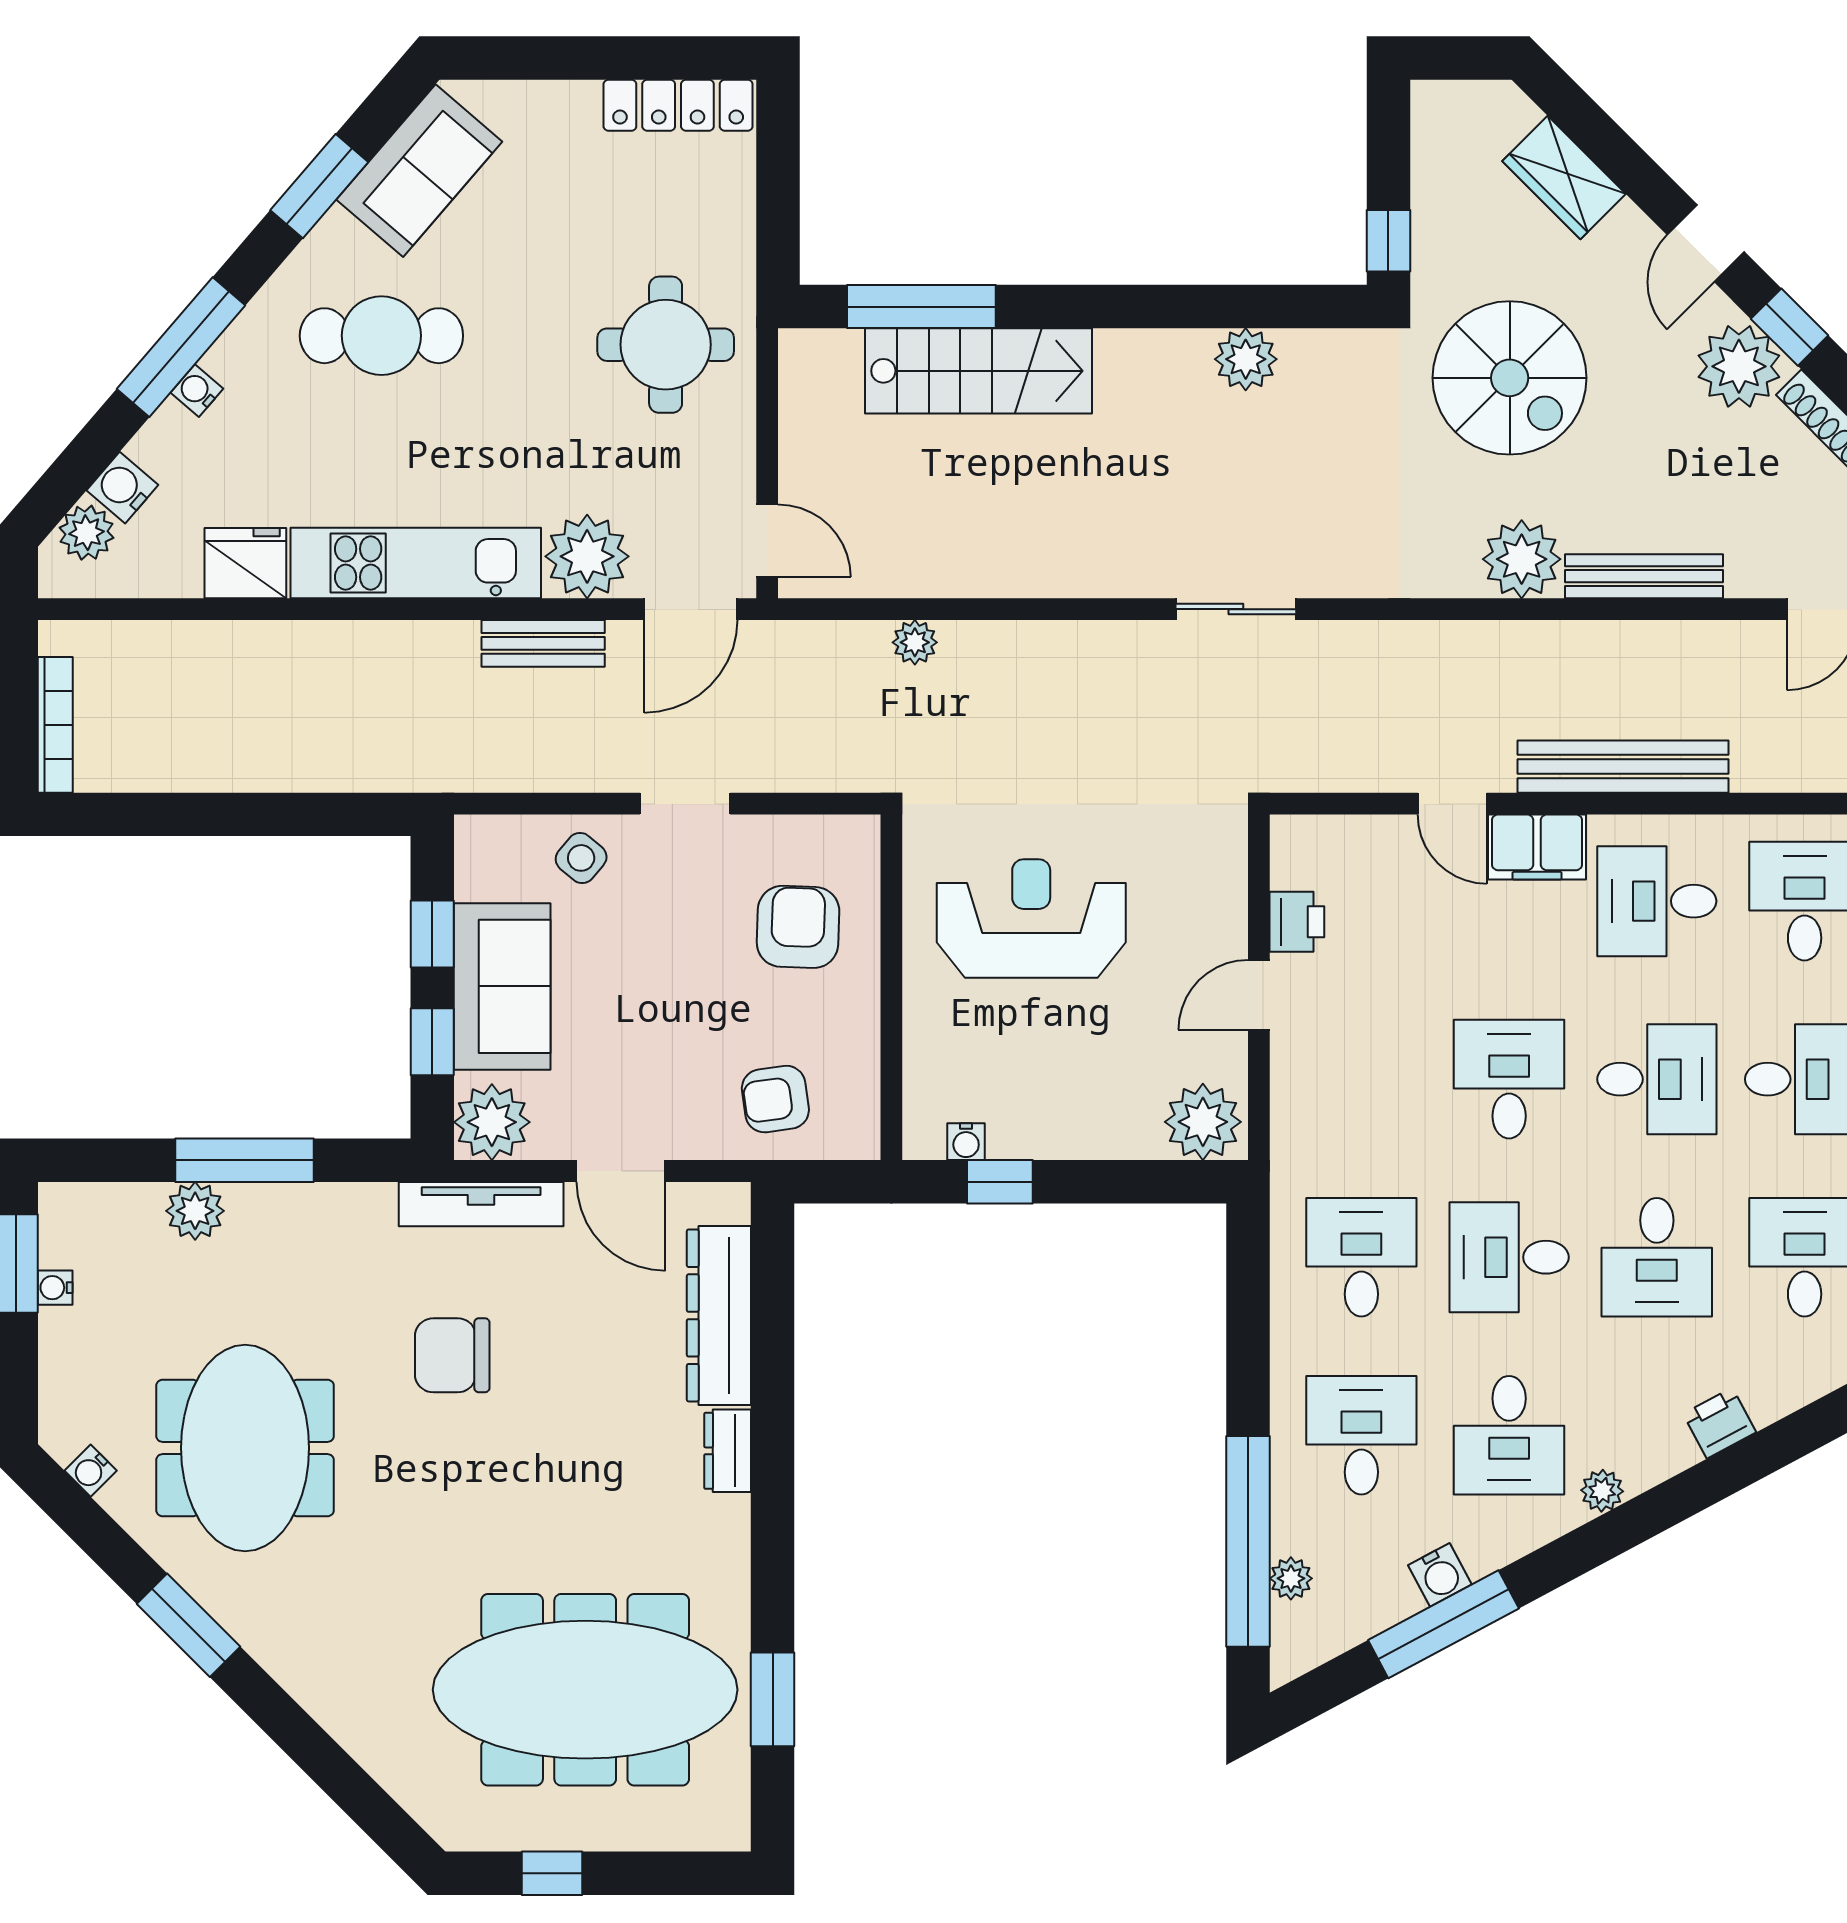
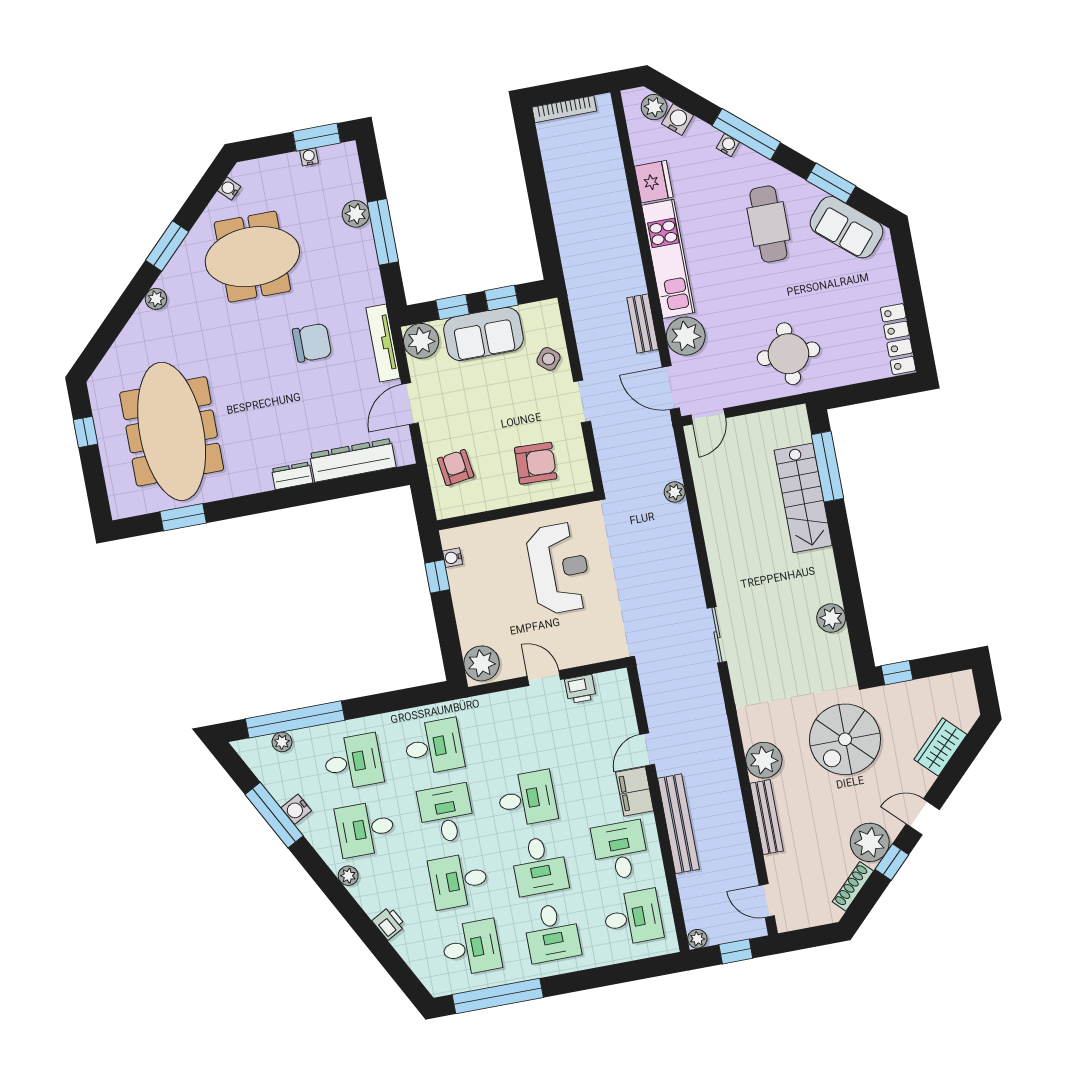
chair: (452, 1355) -> (312, 343), turned 90
plant: (297, 1670) -> (156, 299), added

